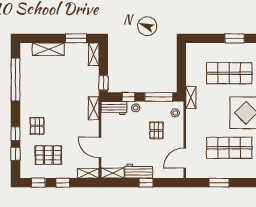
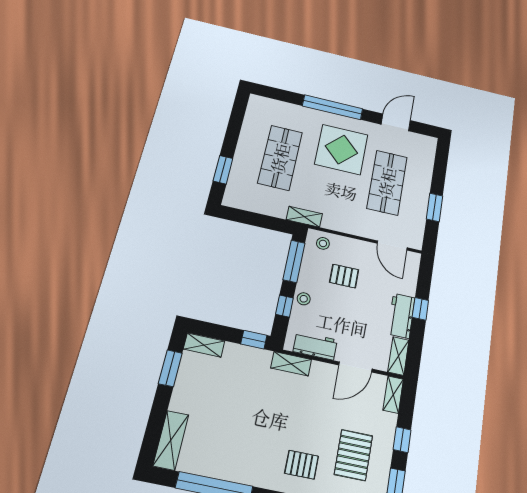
window: (234, 38) -> (223, 170), moved
shelving: (48, 49) -> (171, 440), moved
workbench: (114, 108) -> (315, 346), moved, turned -90

